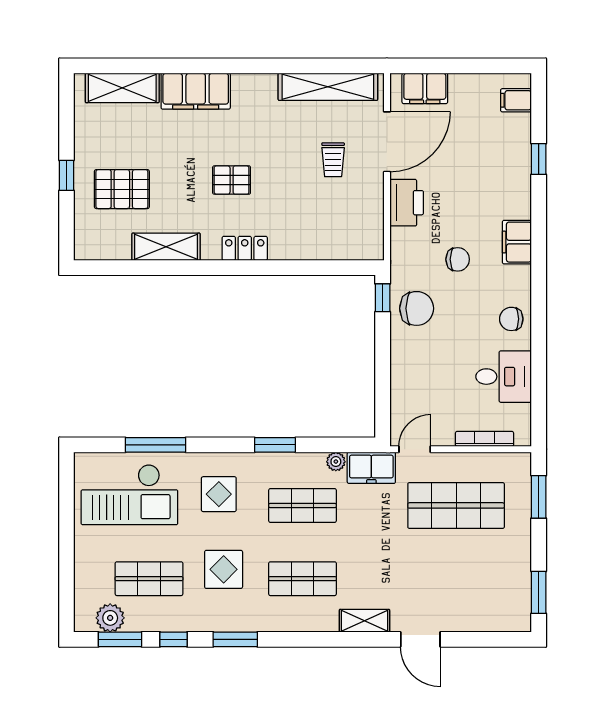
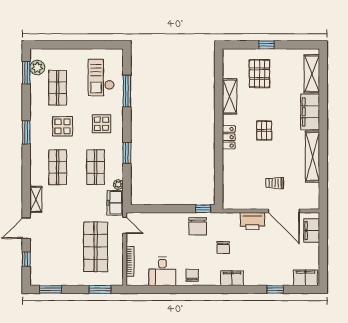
shelving: (328, 87) -> (312, 157), moved
filing cabinet: (516, 100) -> (305, 278), width x2.00
checkout: (129, 495) -> (101, 78), width x0.73, depth x0.83
window: (173, 639) -> (26, 259), moved

